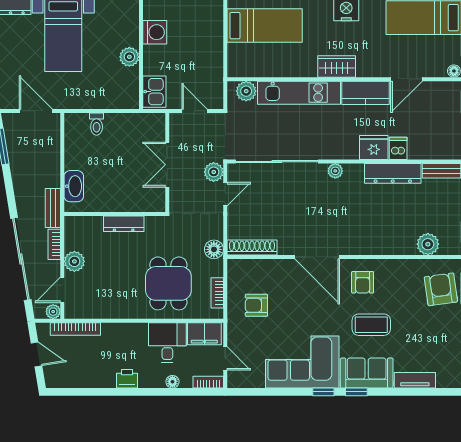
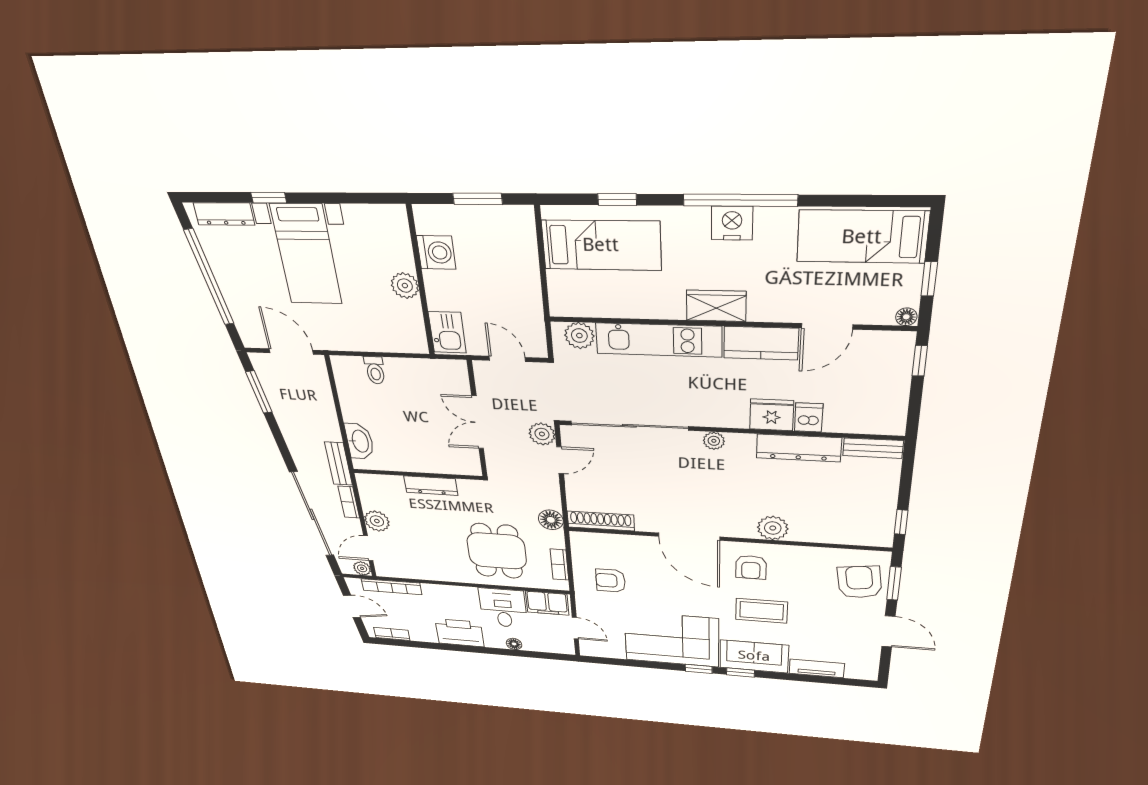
plant: (428, 244) -> (773, 528), moved
printer: (127, 379) -> (460, 633), width x1.87, depth x1.48
bookcase: (208, 382) -> (392, 634), moved

